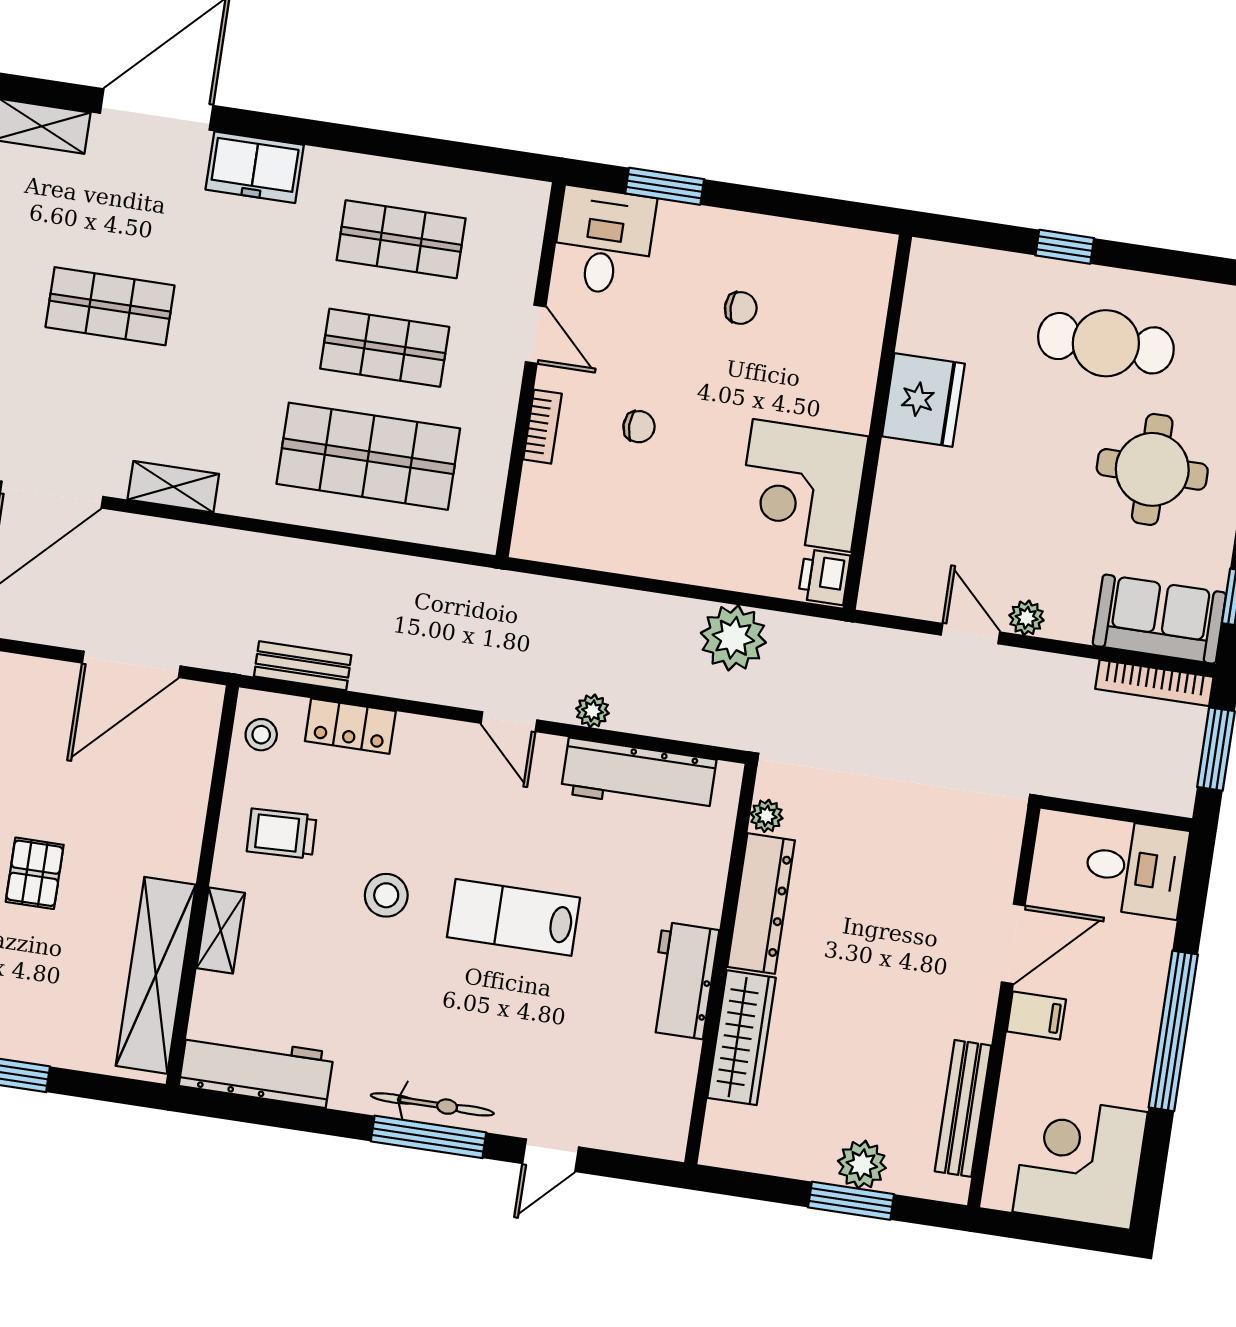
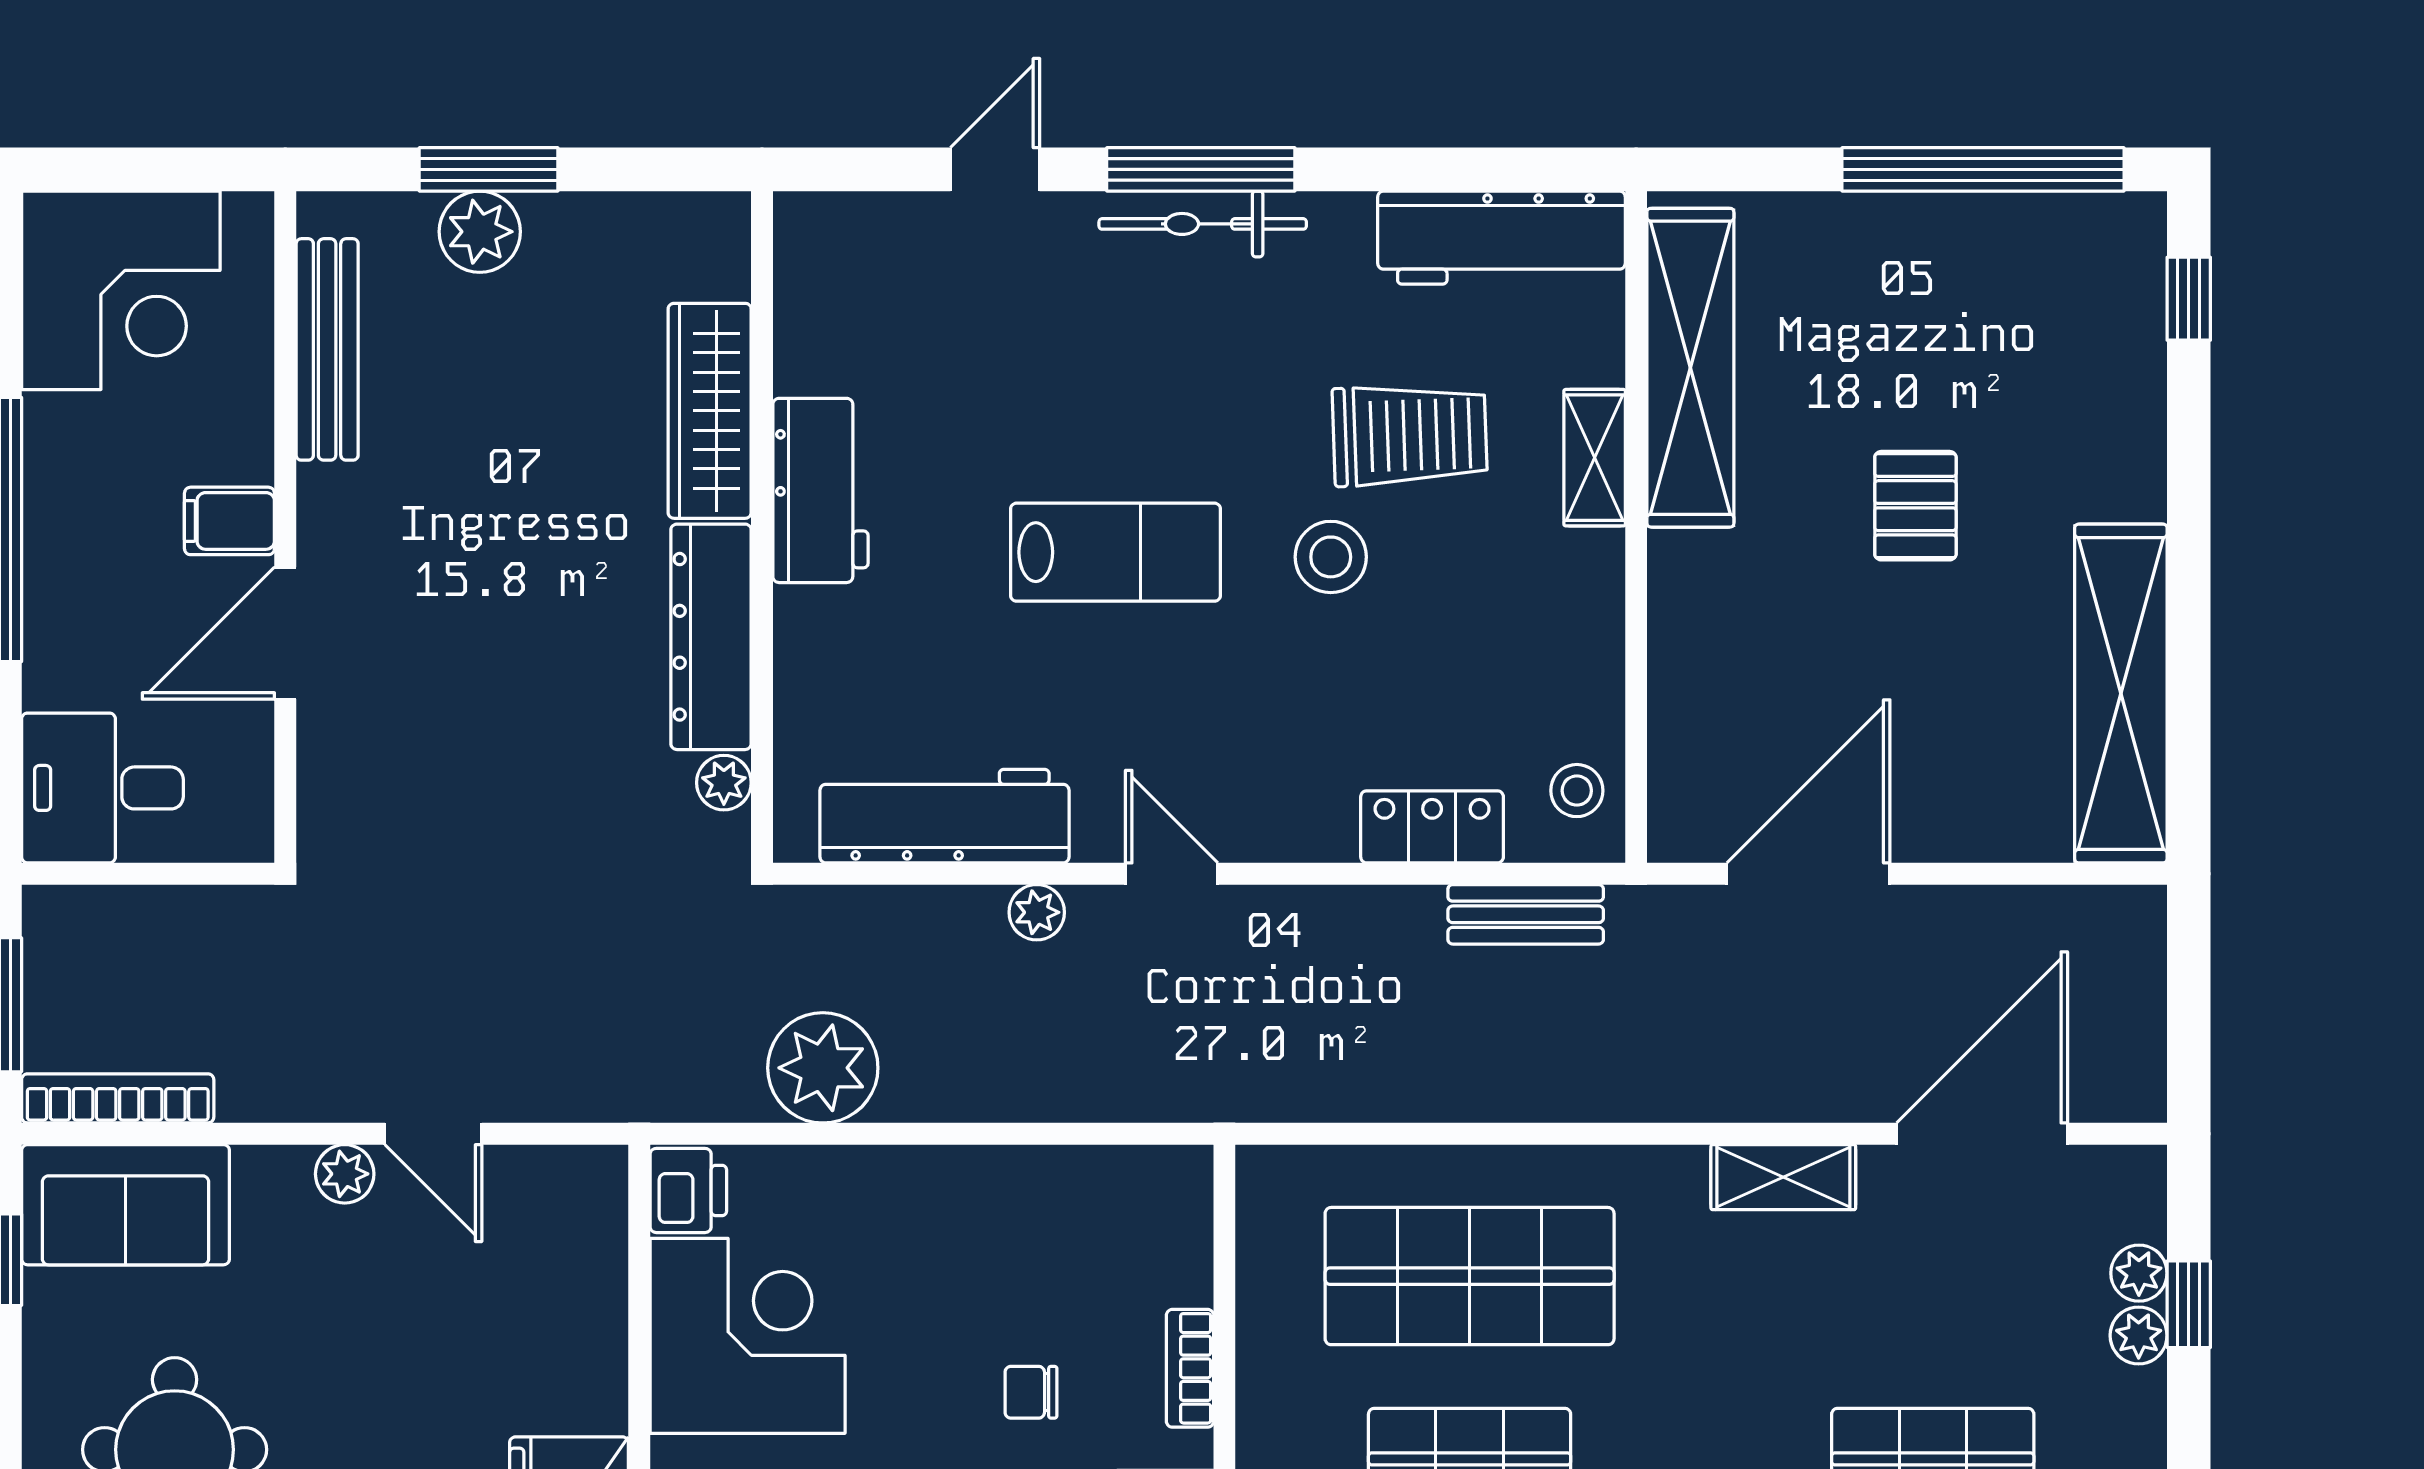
trolley: (282, 834) -> (1410, 435), moved, width x1.36, depth x1.39

